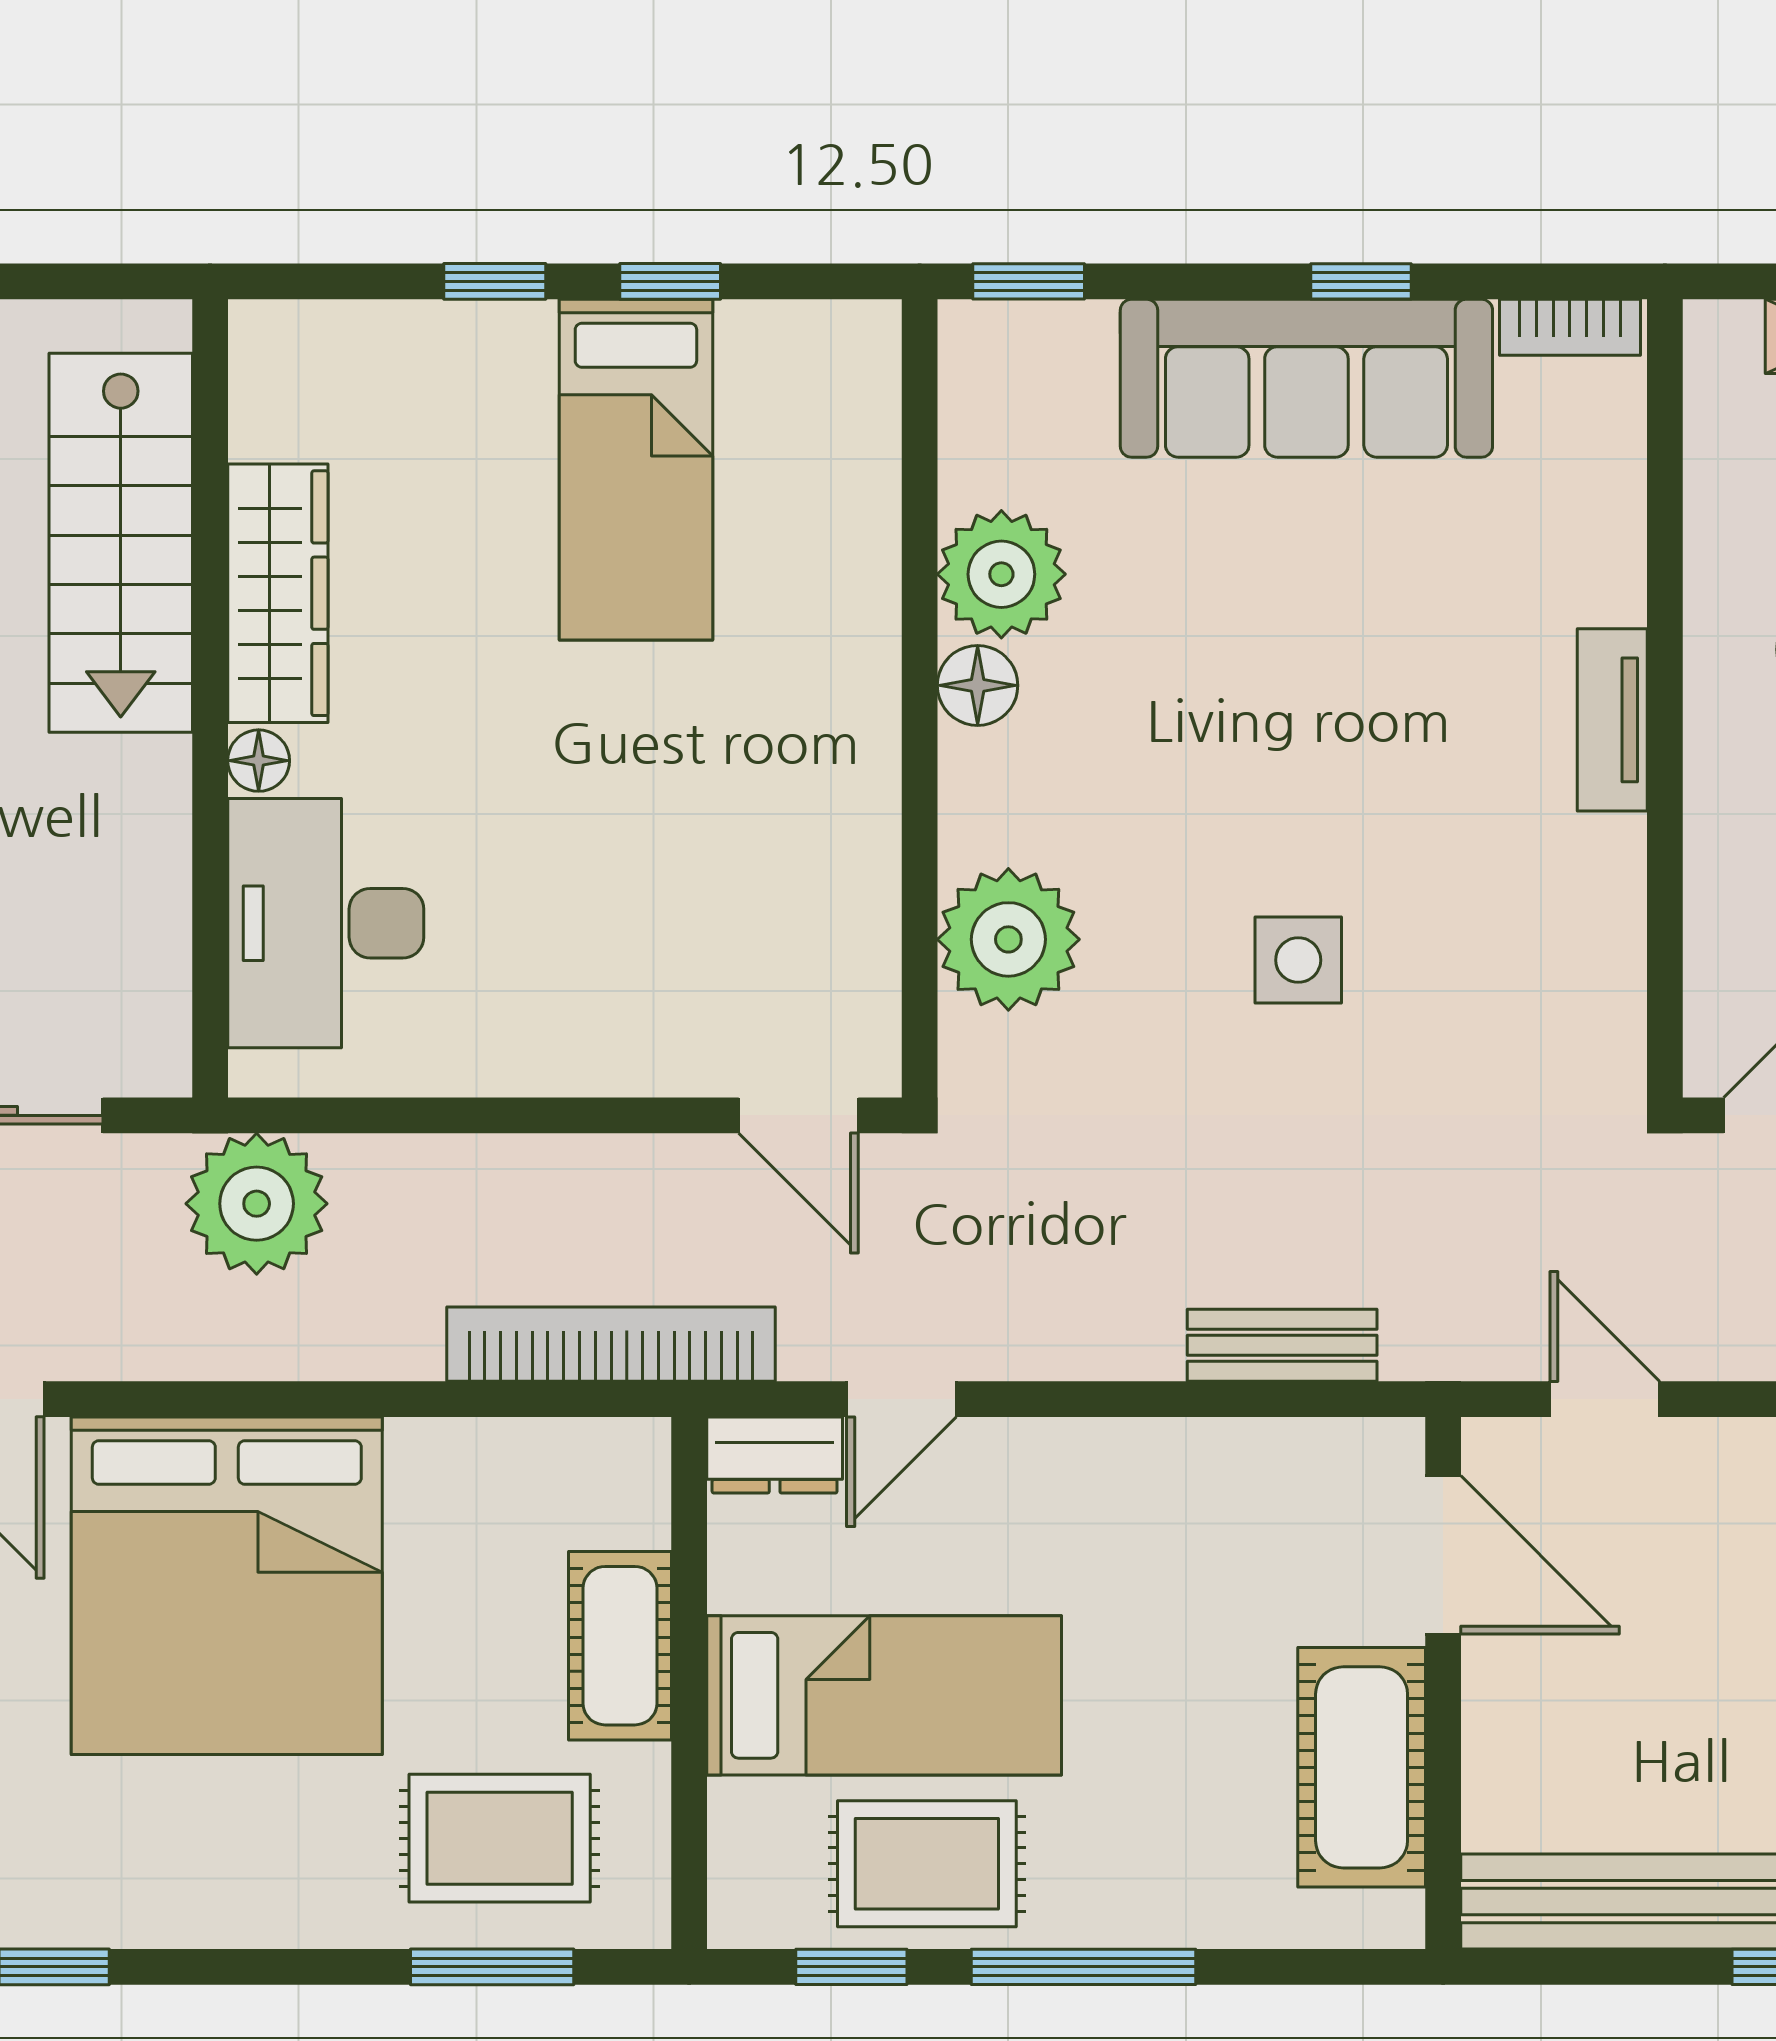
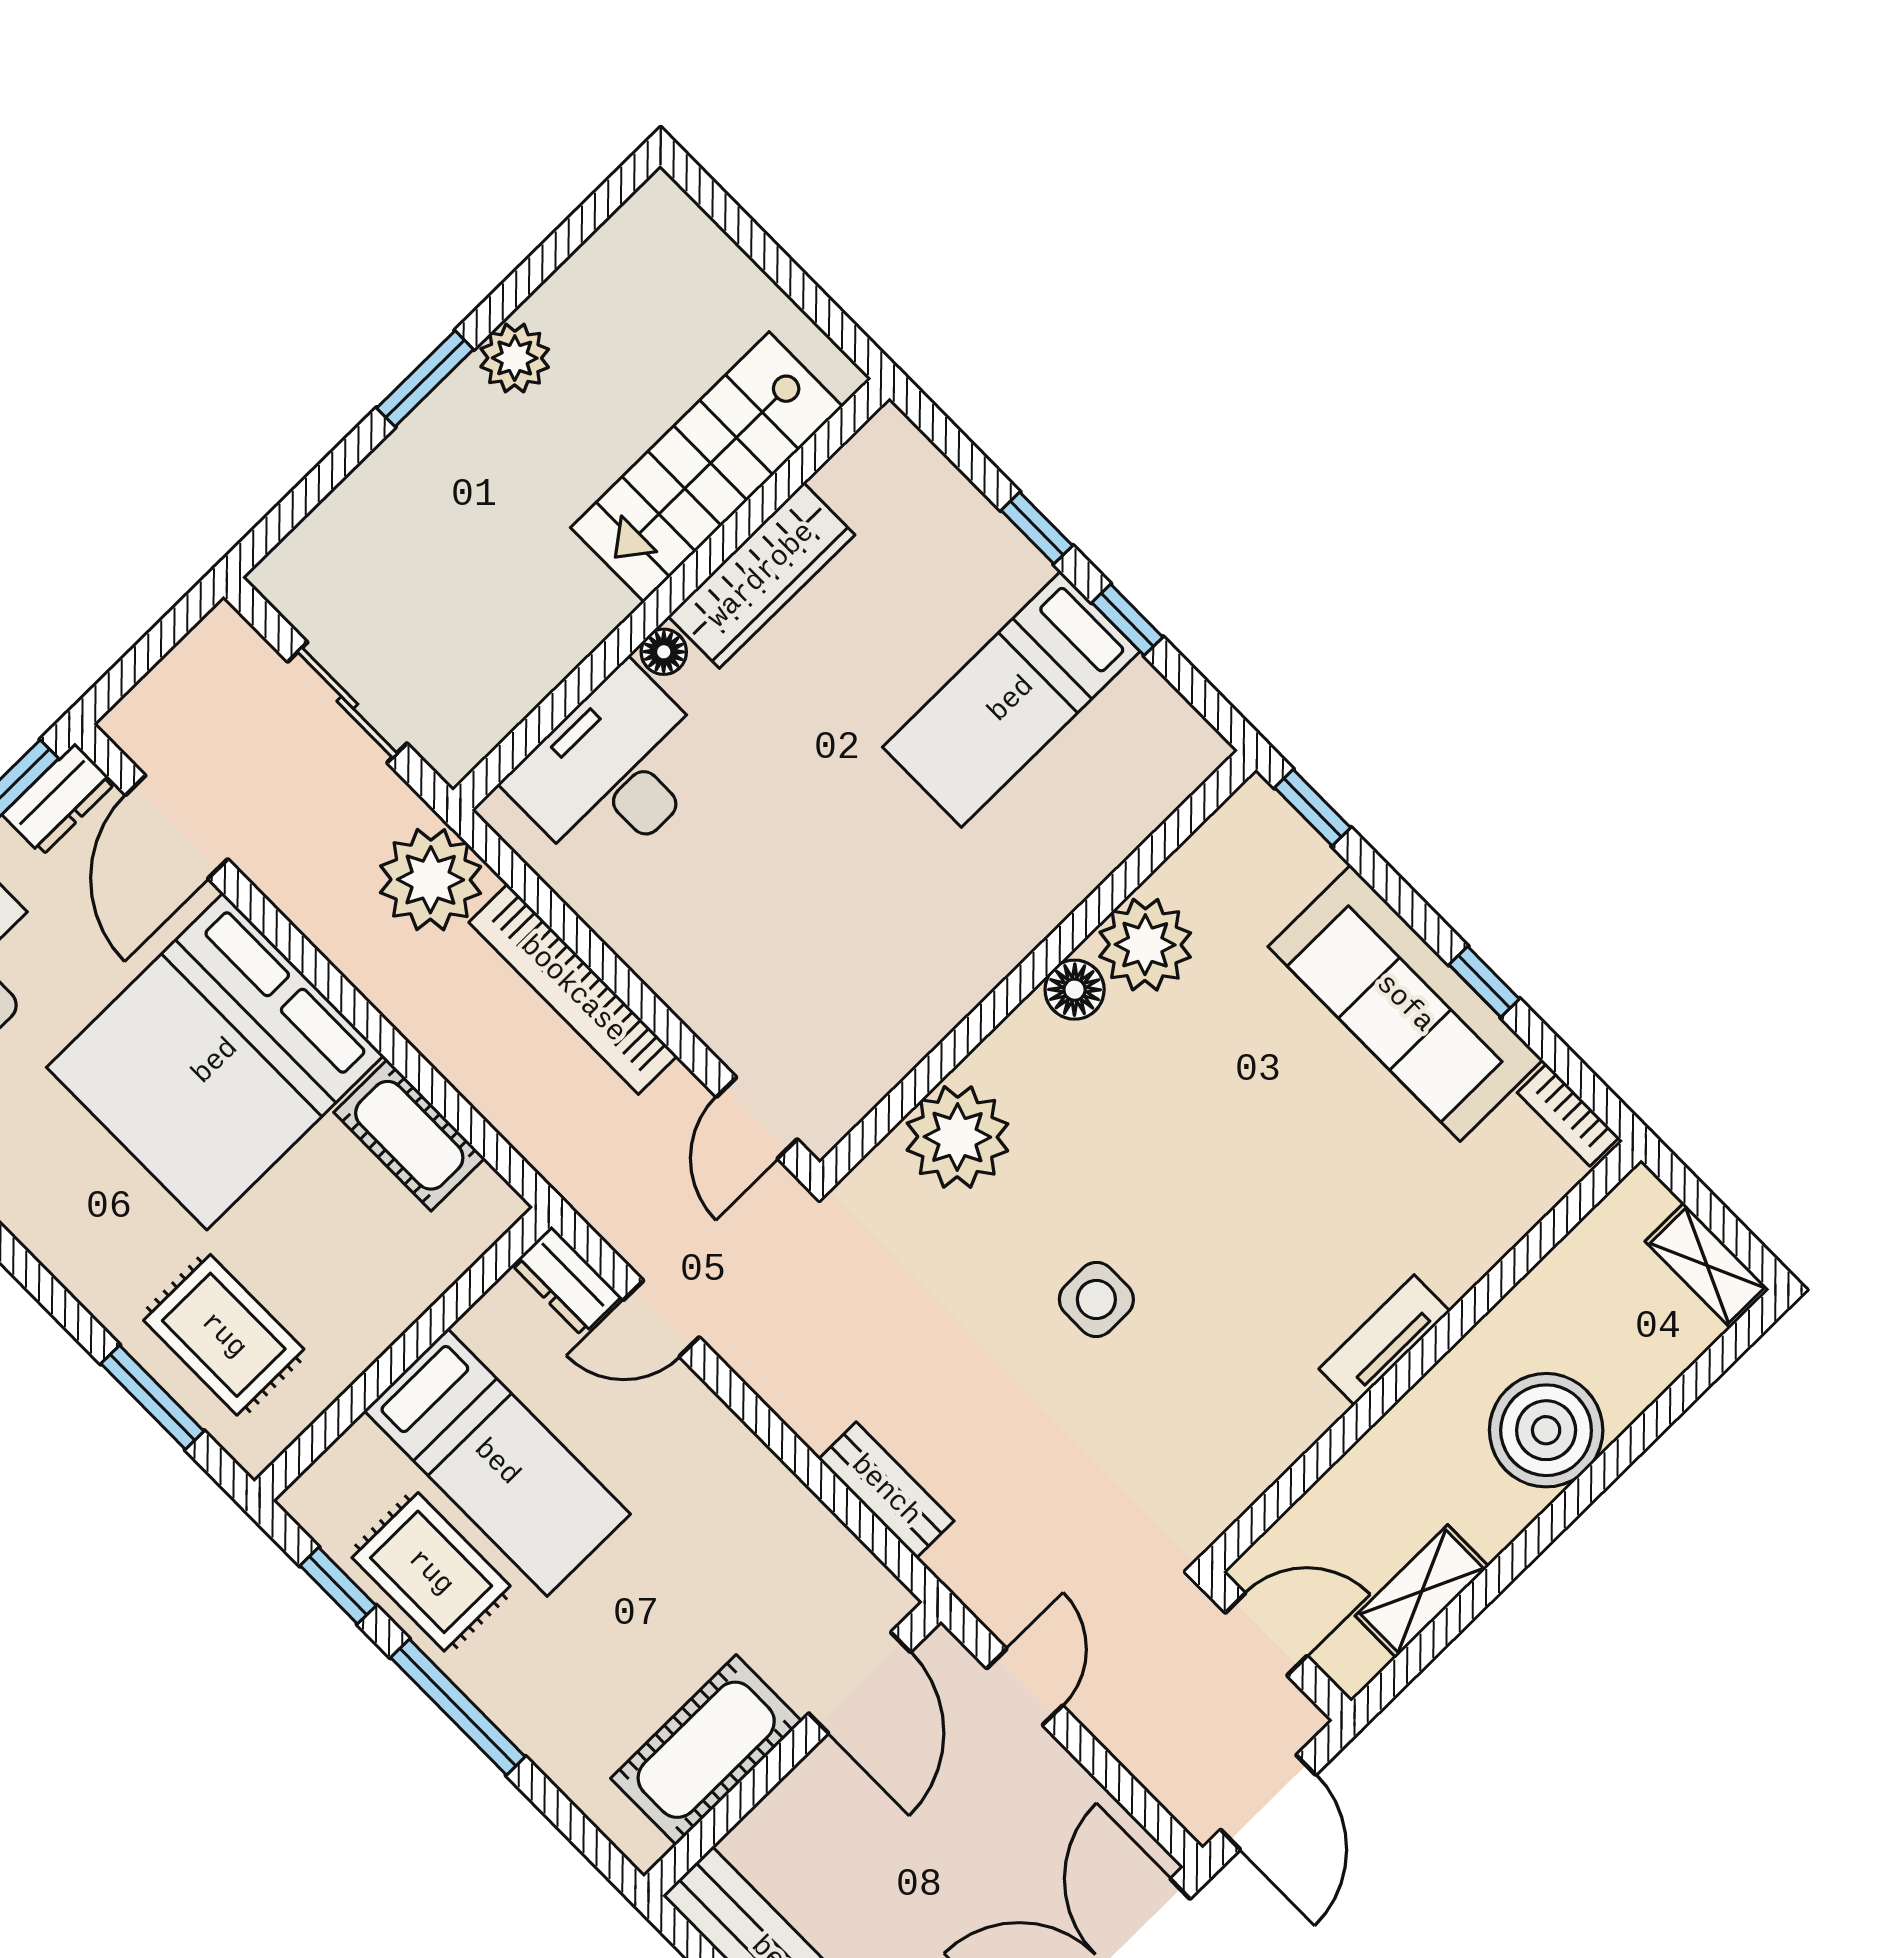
bookcase: (611, 1344) -> (573, 989), moved, turned 180
cot: (620, 1646) -> (409, 1135), moved, turned 90

